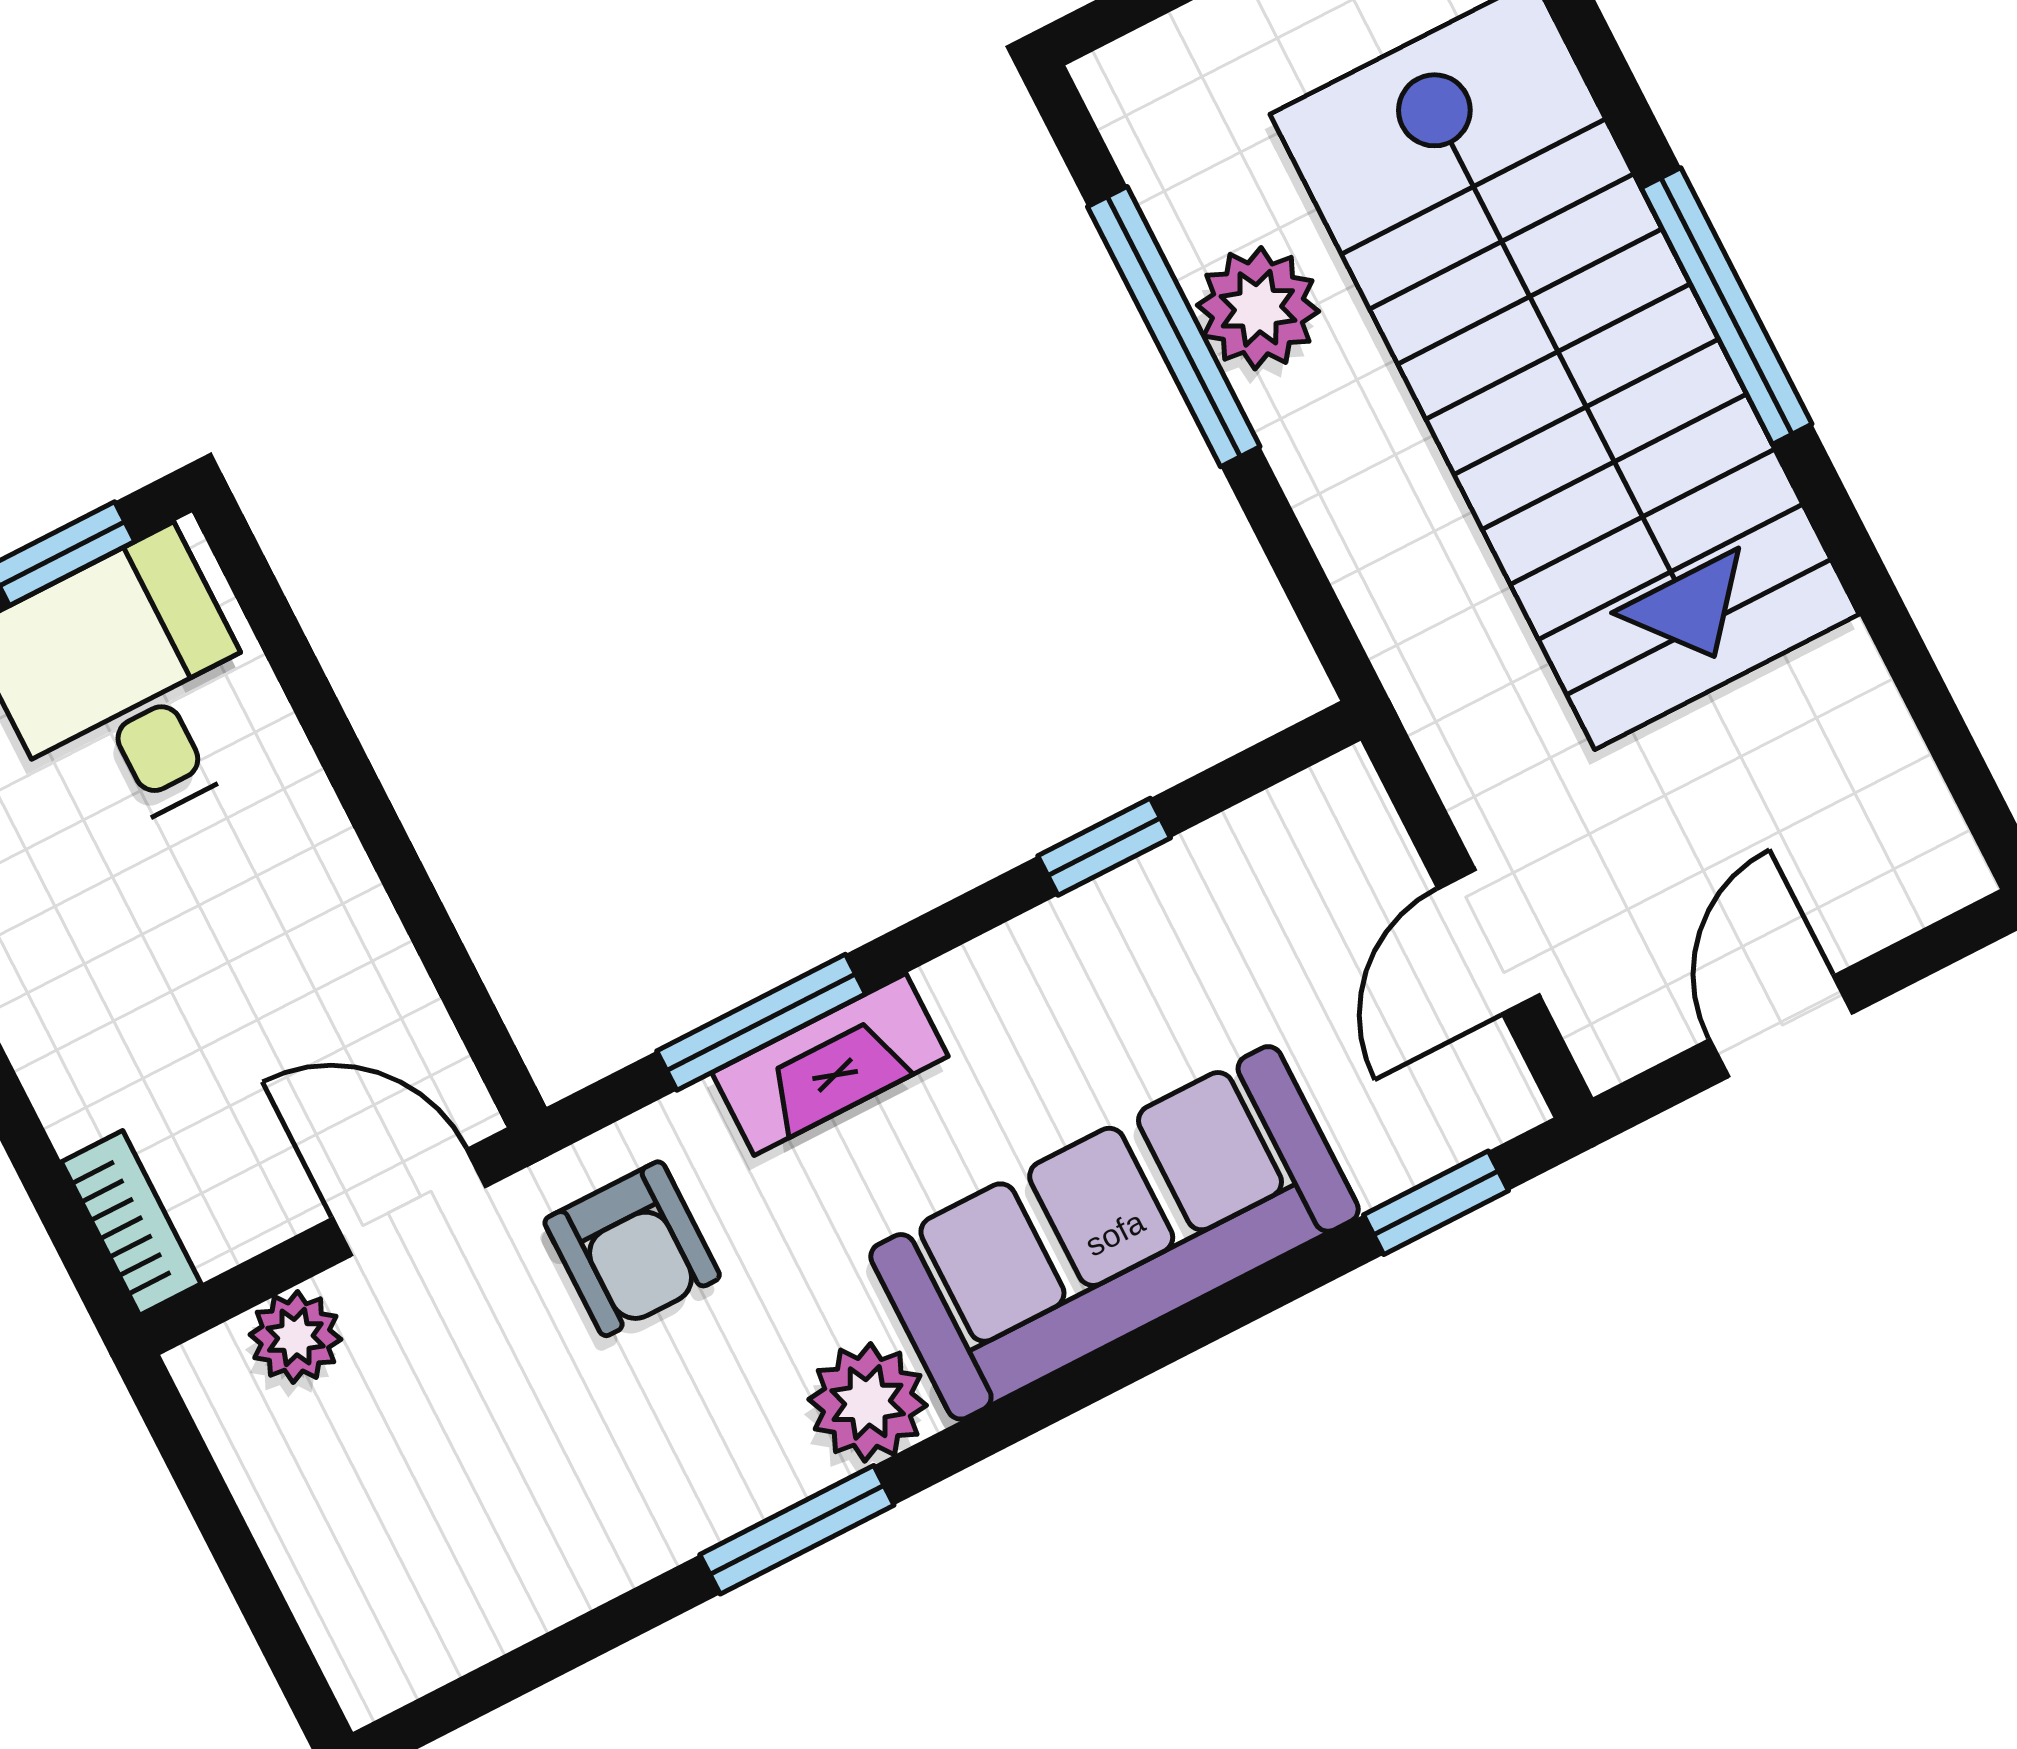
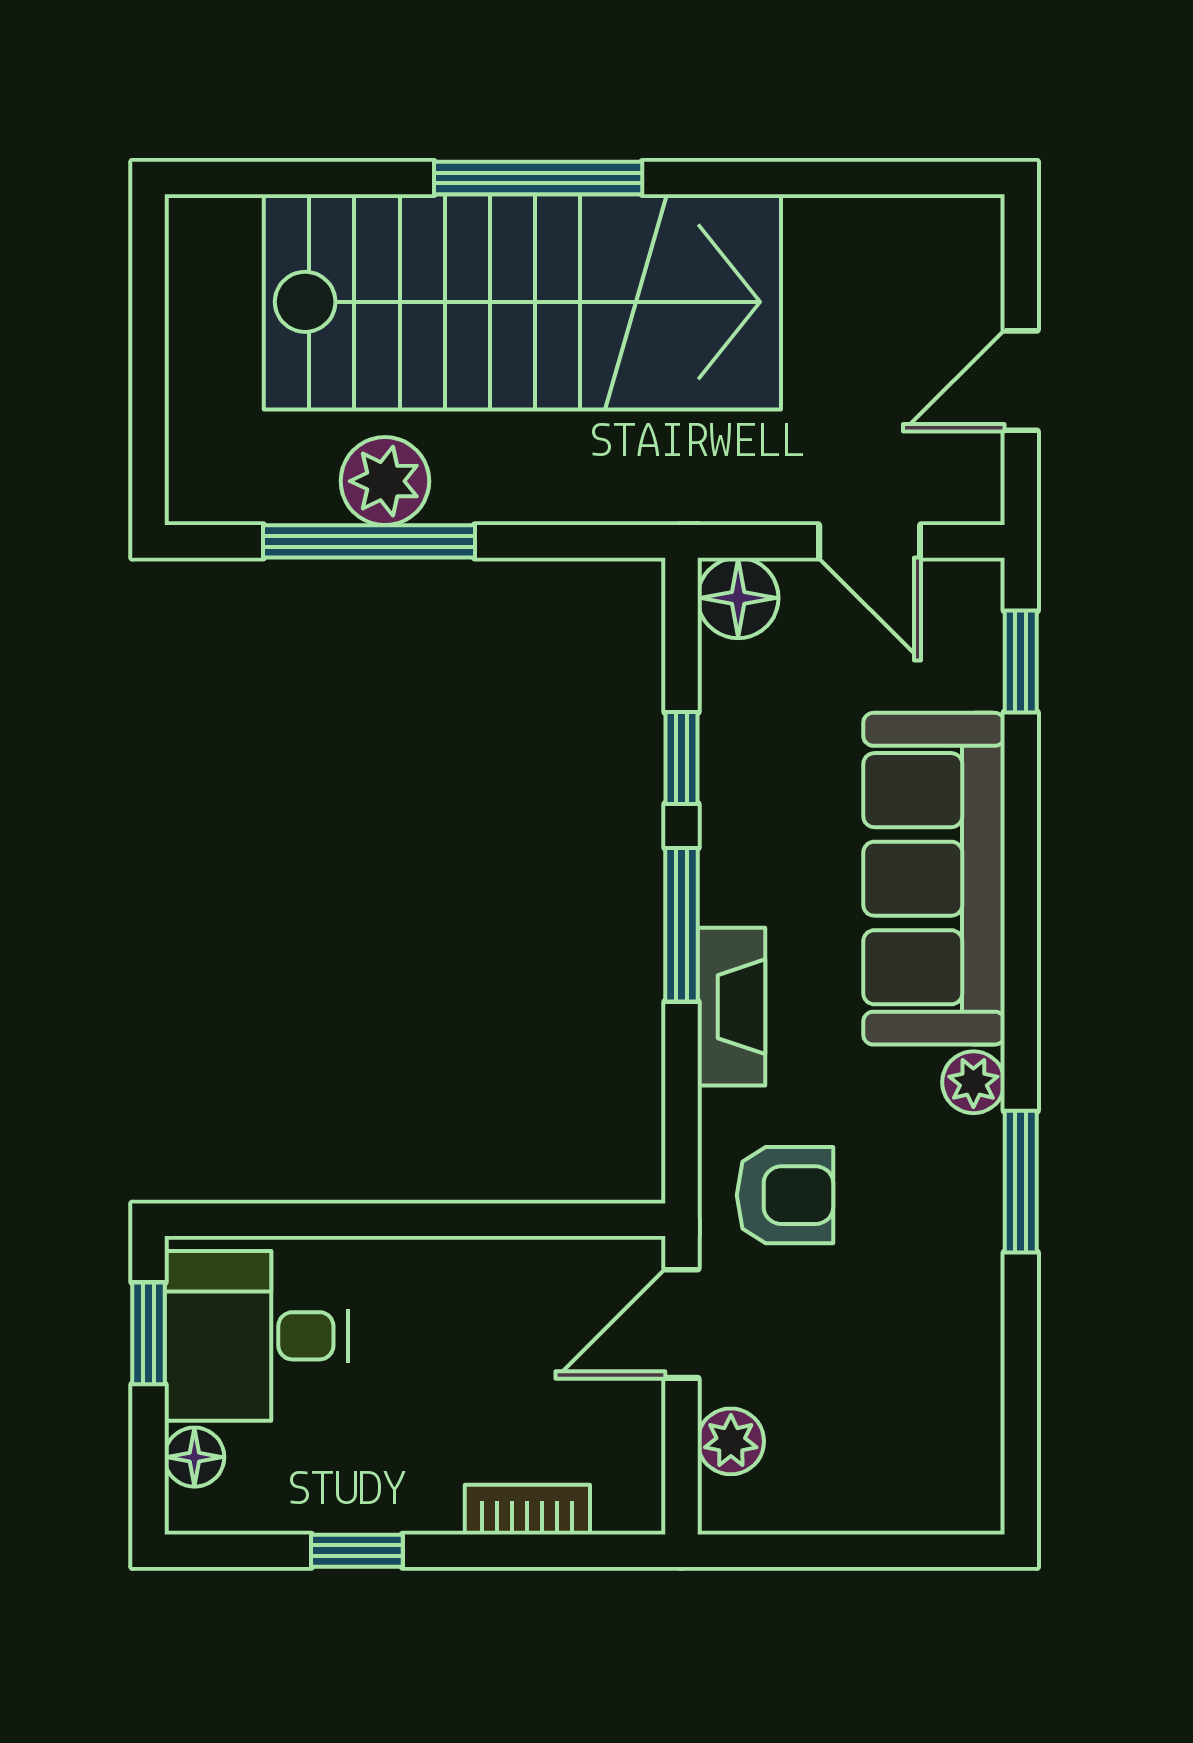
floor lamp: (1336, 816) -> (738, 598), added
window: (761, 1022) -> (681, 925), moved
door: (1781, 1026) -> (1021, 381), hinge flipped
bookcase: (131, 1223) -> (527, 1510), moved
plant: (868, 1402) -> (973, 1082), width x0.73, depth x0.73

